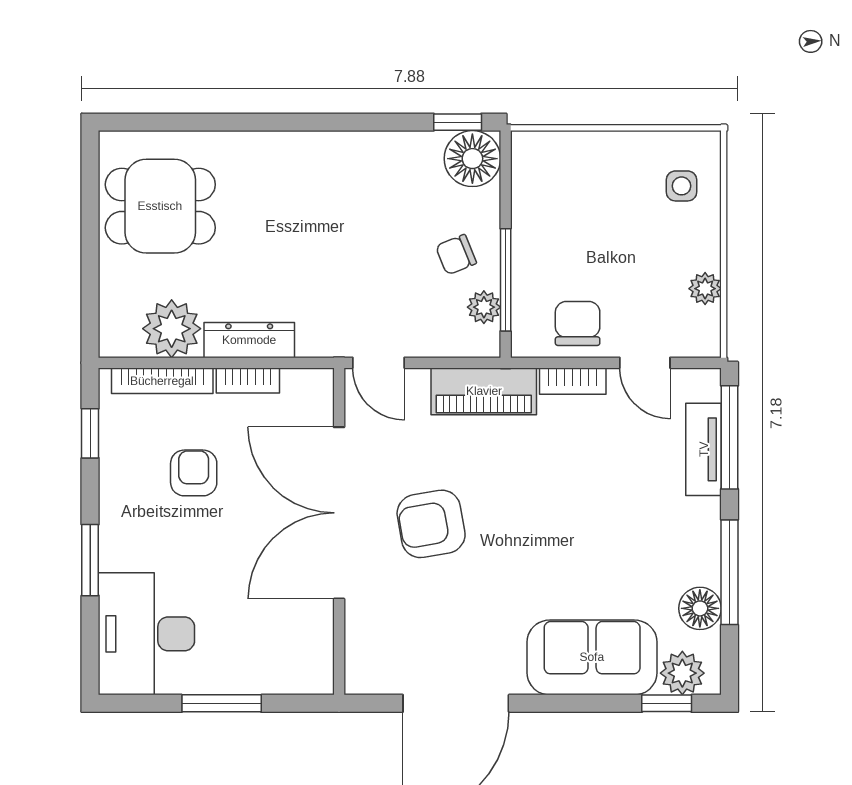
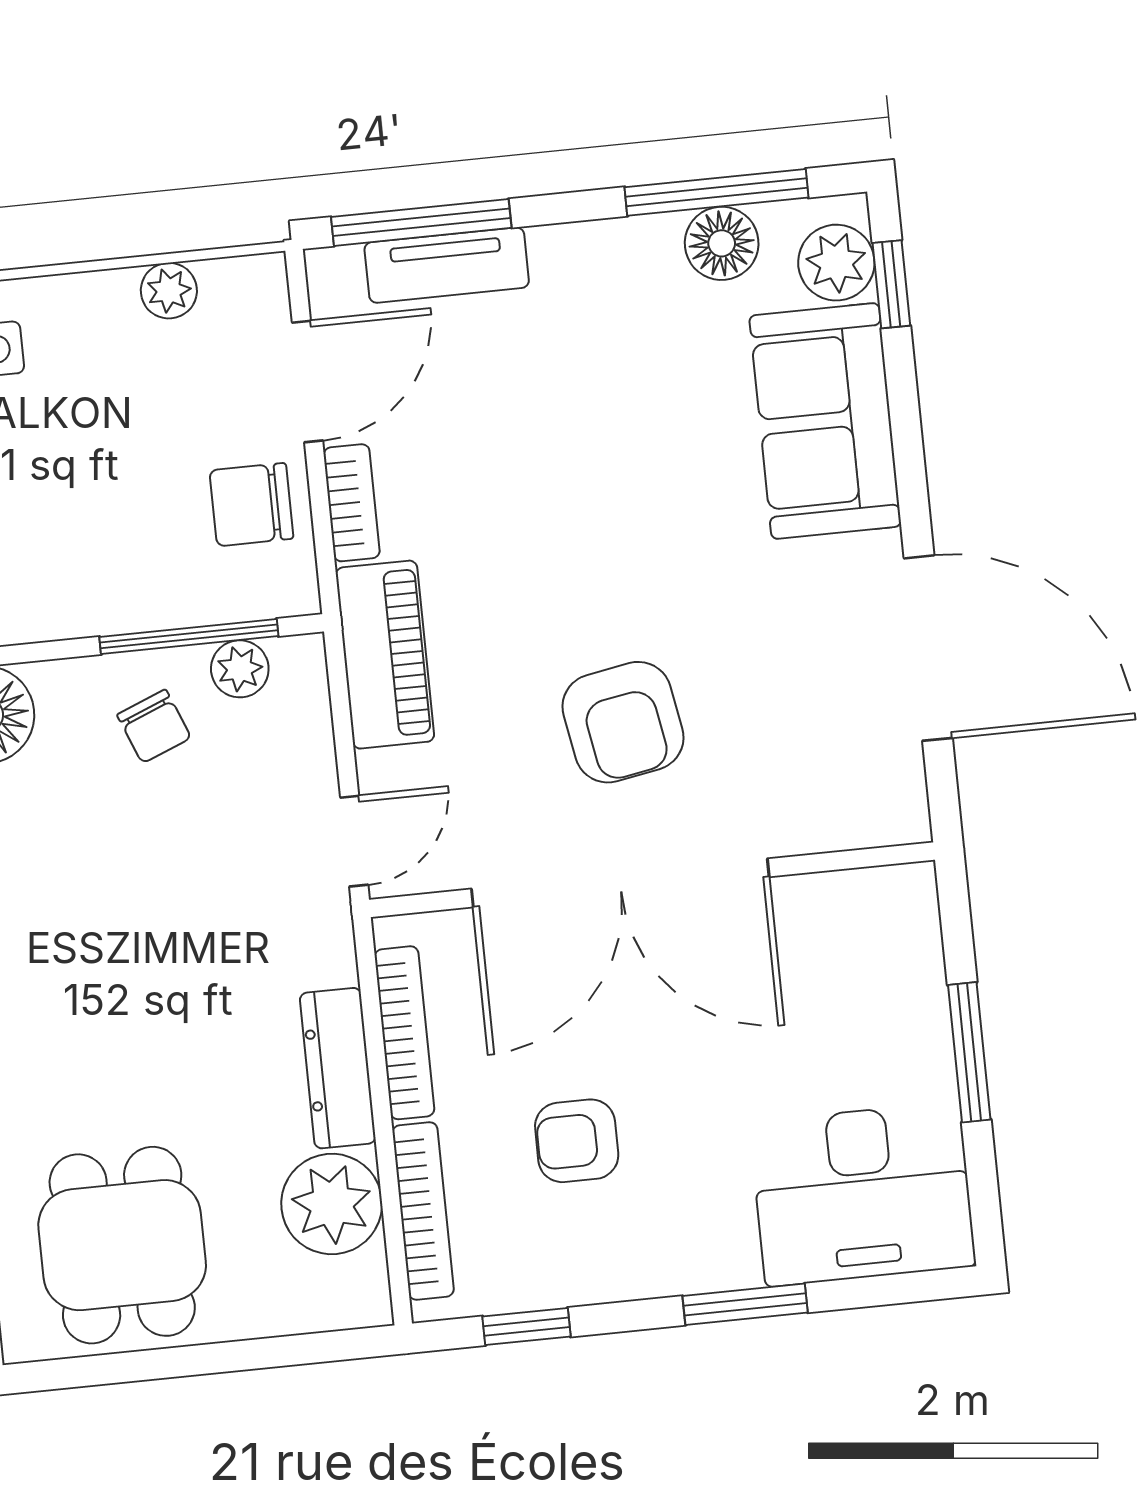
door: (645, 363) -> (308, 381), width x1.38
bookcase: (248, 380) -> (404, 1033), width x1.56
window: (730, 572) -> (716, 192), moved

